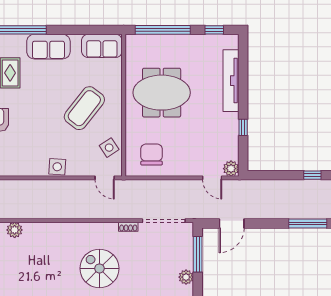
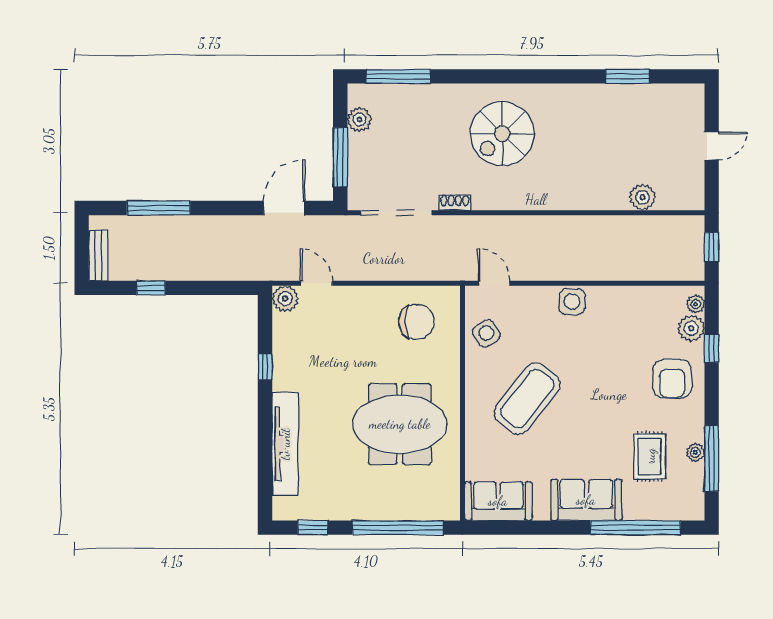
chair: (152, 155) -> (416, 322), turned -90
spiral stairs: (99, 268) -> (502, 134), turned 90

